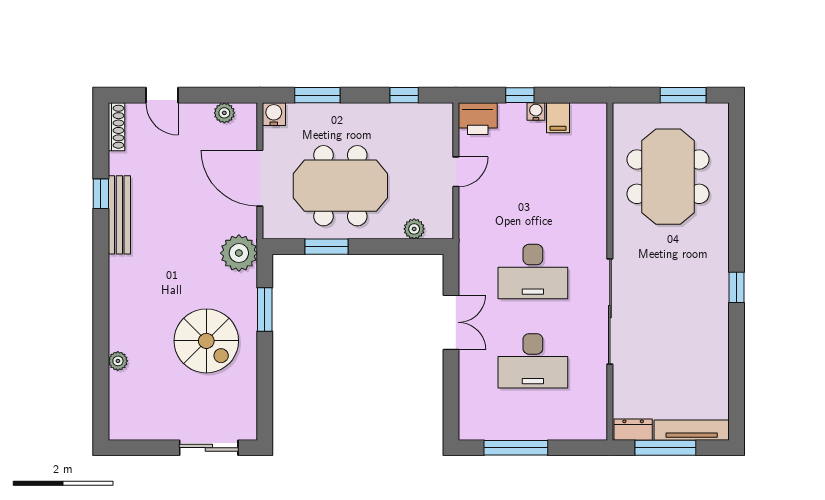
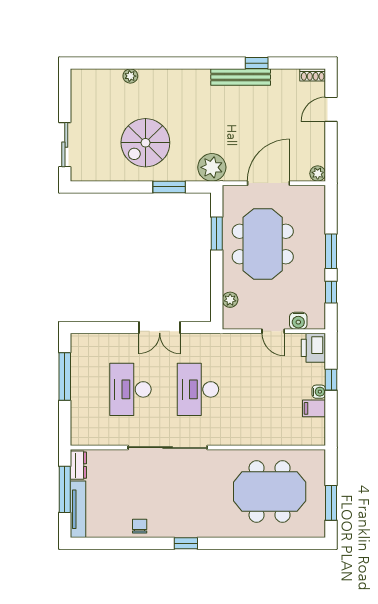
window: (317, 95) -> (331, 251), moved
plant: (224, 113) -> (318, 173), moved
water cooler: (274, 114) -> (298, 321), moved, turned 90
shoe rack: (117, 127) -> (313, 75), width x0.70
chair: (714, 349) -> (140, 526), added

